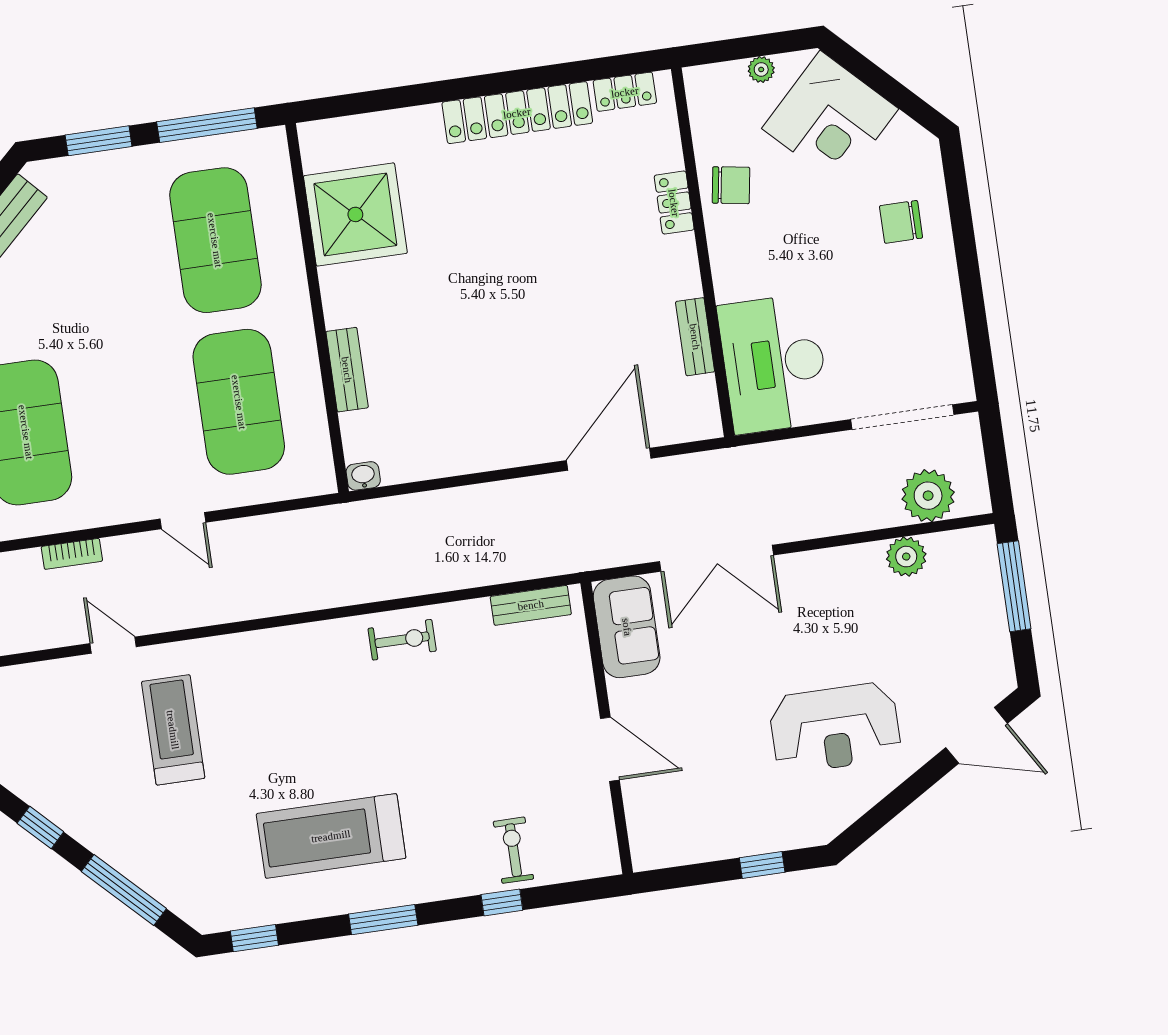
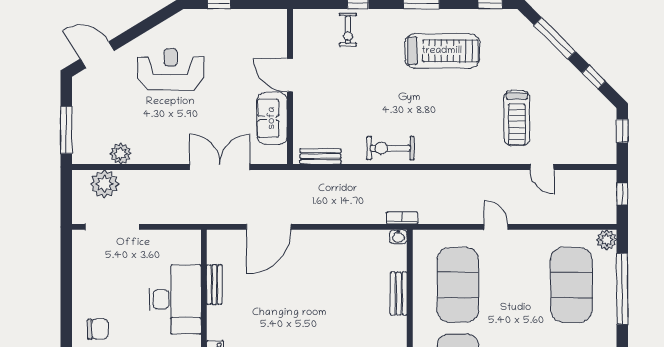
desk: (774, 364) -> (175, 299), moved
bookcase: (72, 554) -> (402, 218), moved
sofa: (627, 627) -> (272, 118), moved
exercise bike: (402, 640) -> (390, 148), width x1.38, depth x1.39

